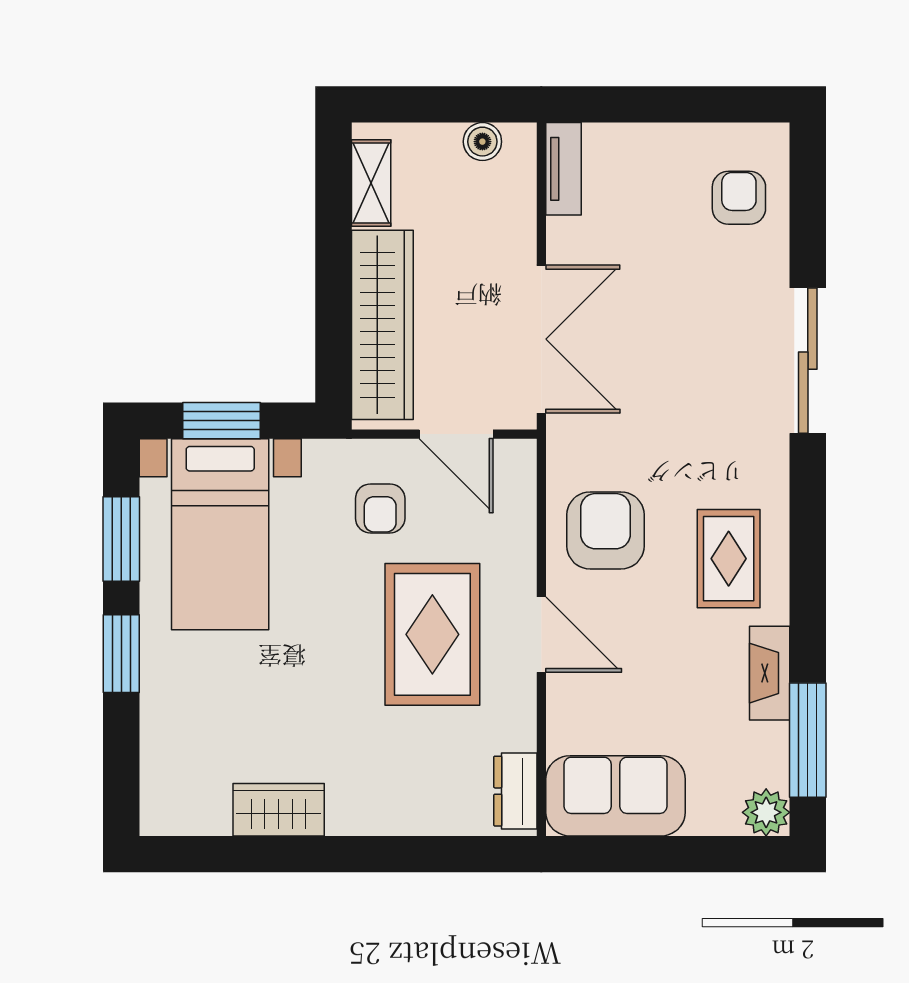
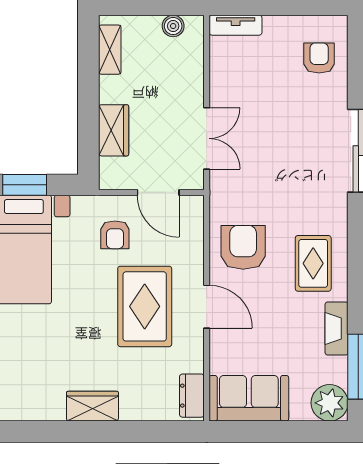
tv unit: (564, 169) -> (236, 25), moved, turned 90
wardrobe: (382, 325) -> (114, 130), width x0.48, depth x0.85
double door: (541, 339) -> (207, 138), width x0.73
wardrobe: (279, 810) -> (92, 406), moved
plant: (766, 812) -> (330, 403), width x1.36, depth x1.36

